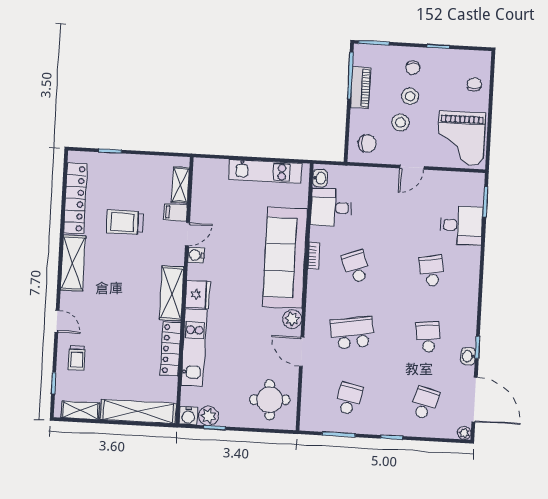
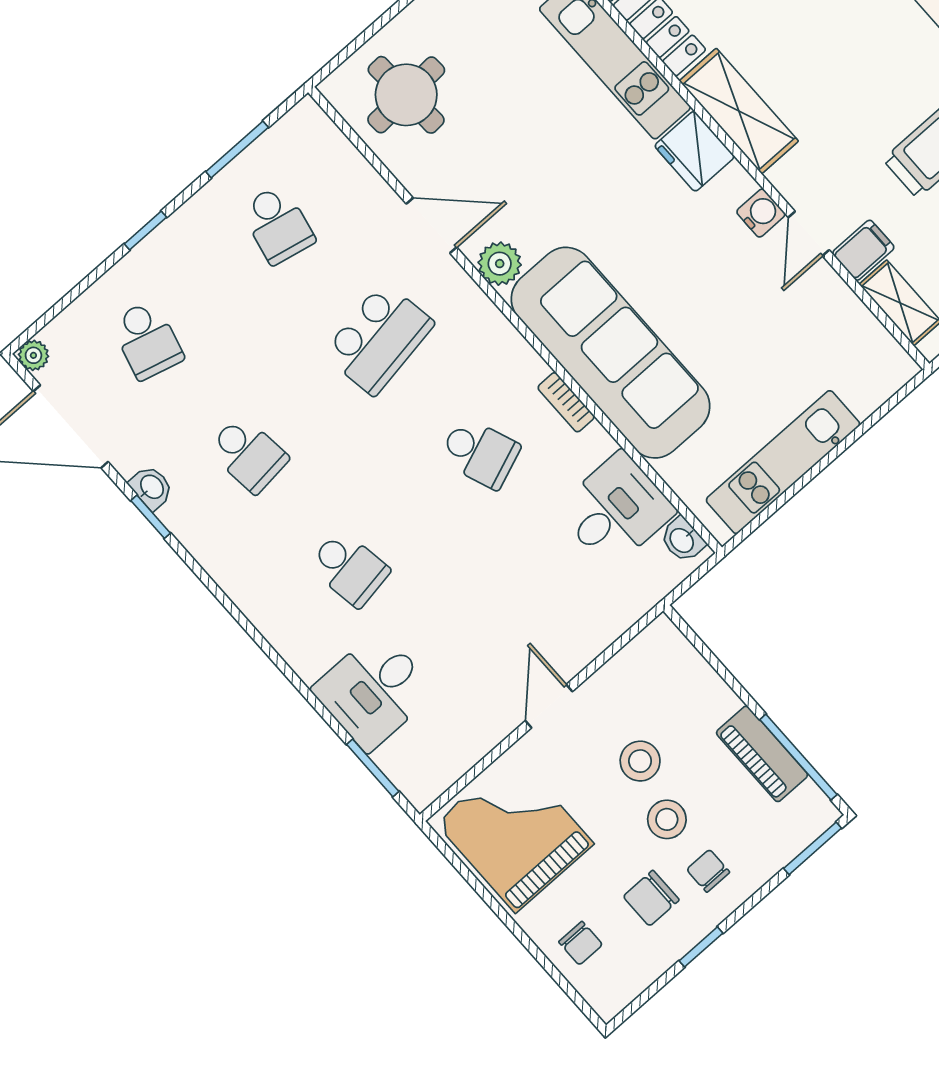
chair: (367, 143) -> (651, 898), moved

